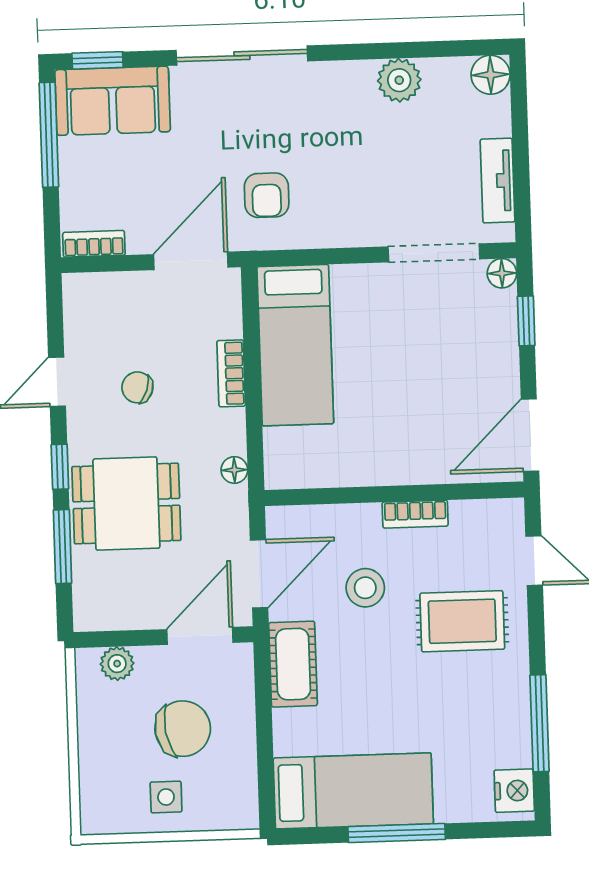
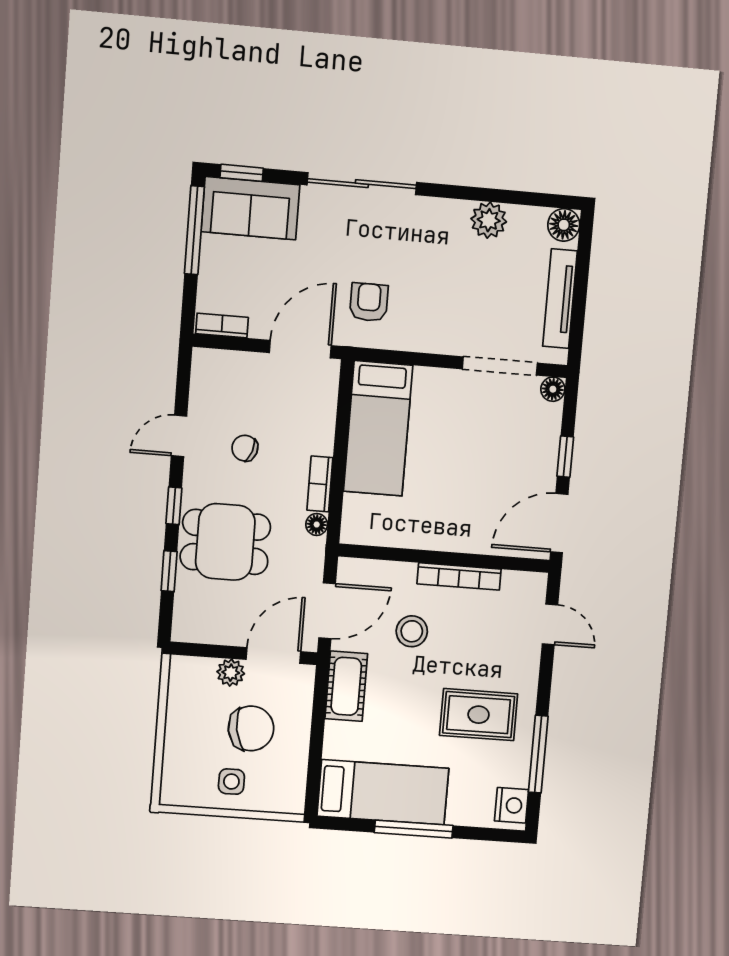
tv unit: (498, 181) -> (560, 299), width x1.41
armchair: (267, 195) -> (369, 302), turned 180
window: (526, 321) -> (565, 457), moved
bookcase: (231, 373) -> (320, 484), moved
bookcase: (415, 514) -> (459, 576), width x1.56
window: (63, 547) -> (169, 571), width x0.67
rug: (462, 621) -> (479, 715), moved
plant: (117, 664) -> (231, 673), moved

